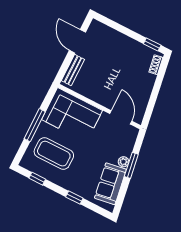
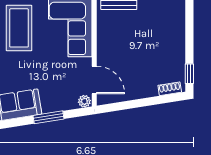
door: (121, 117) -> (94, 80), hinge flipped
plant: (124, 162) -> (84, 101), moved

